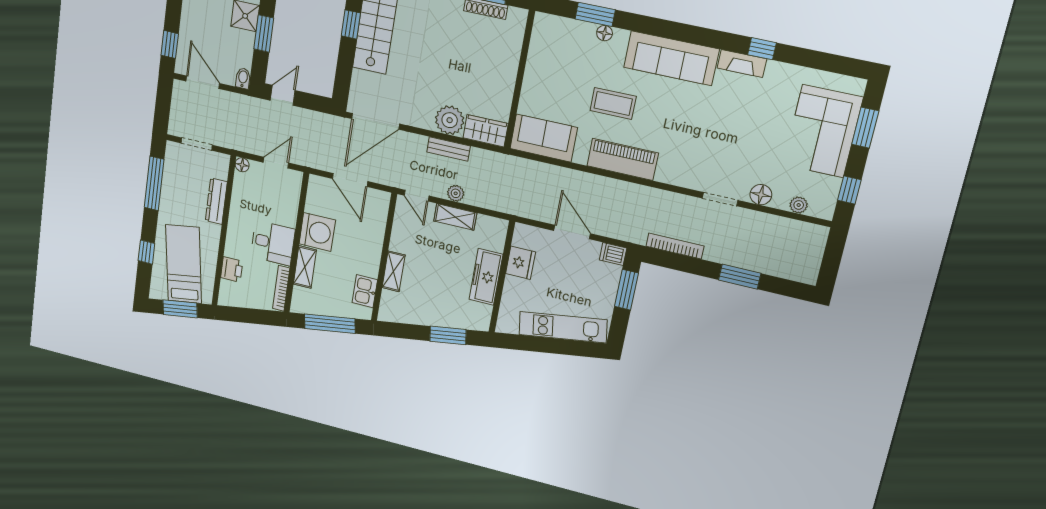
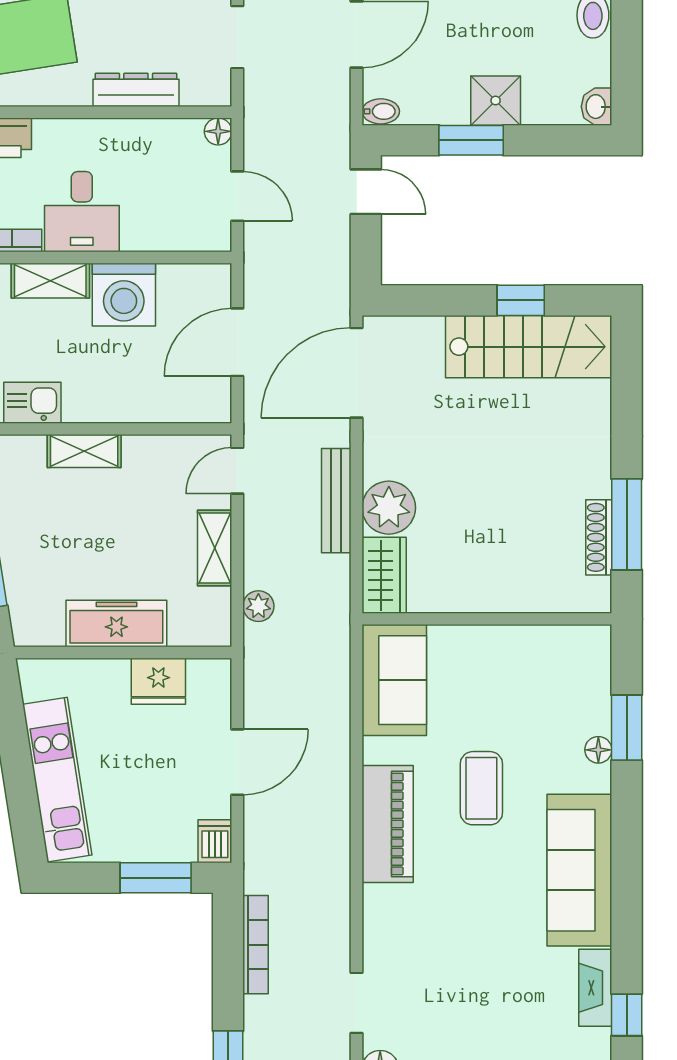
door: (375, 121) -> (357, 373), hinge flipped
bench: (448, 149) -> (336, 501), width x1.36
plant: (456, 193) -> (258, 606), moved

